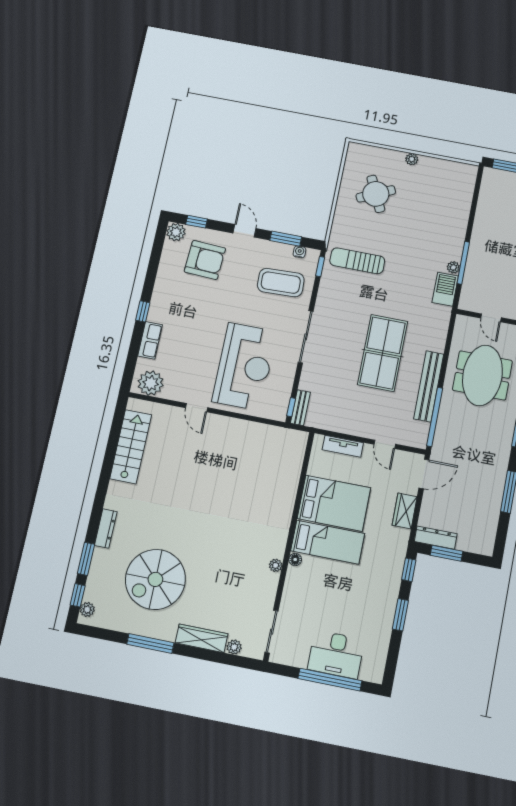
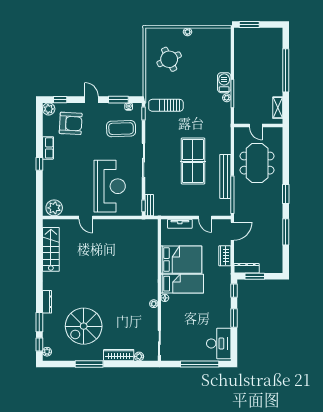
barbecue: (445, 289) -> (224, 83), moved
row of seats: (150, 340) -> (48, 148), moved
desk: (336, 654) -> (219, 343), moved, turned -90

